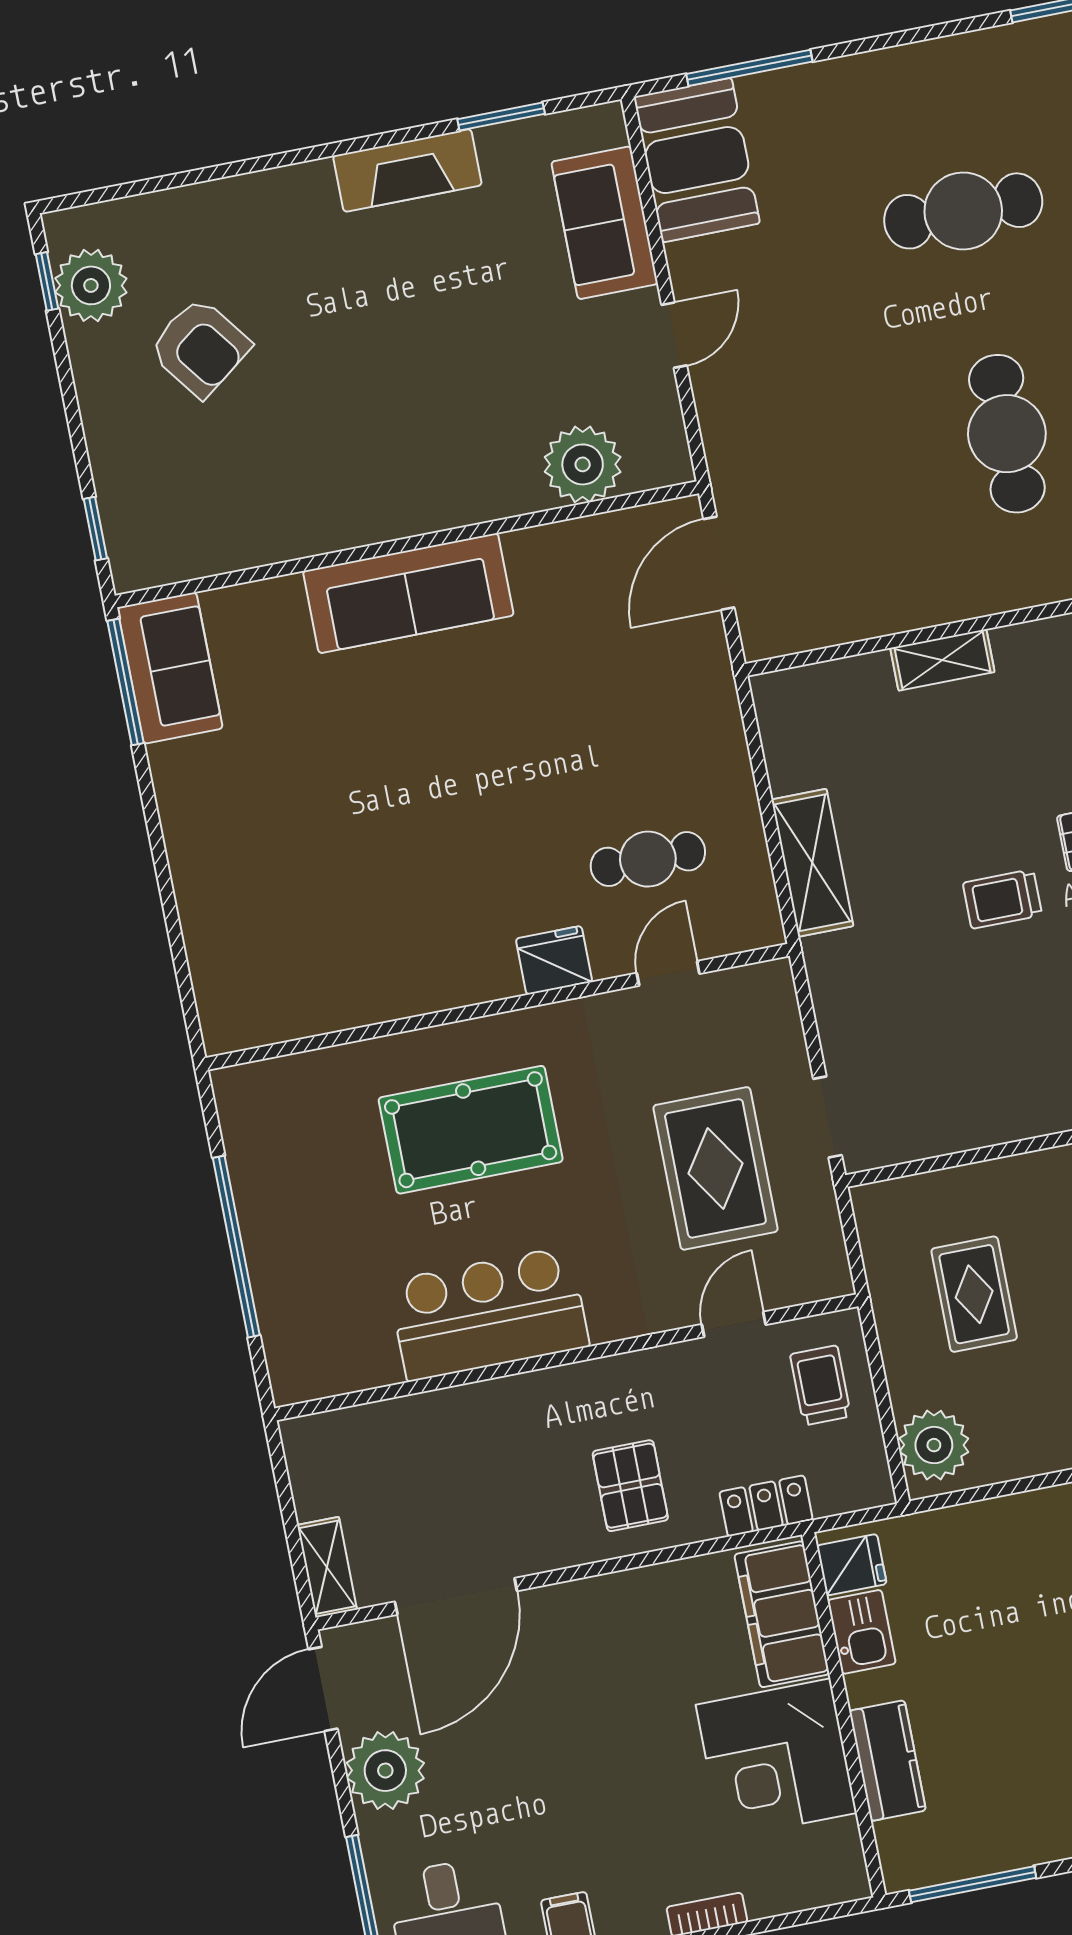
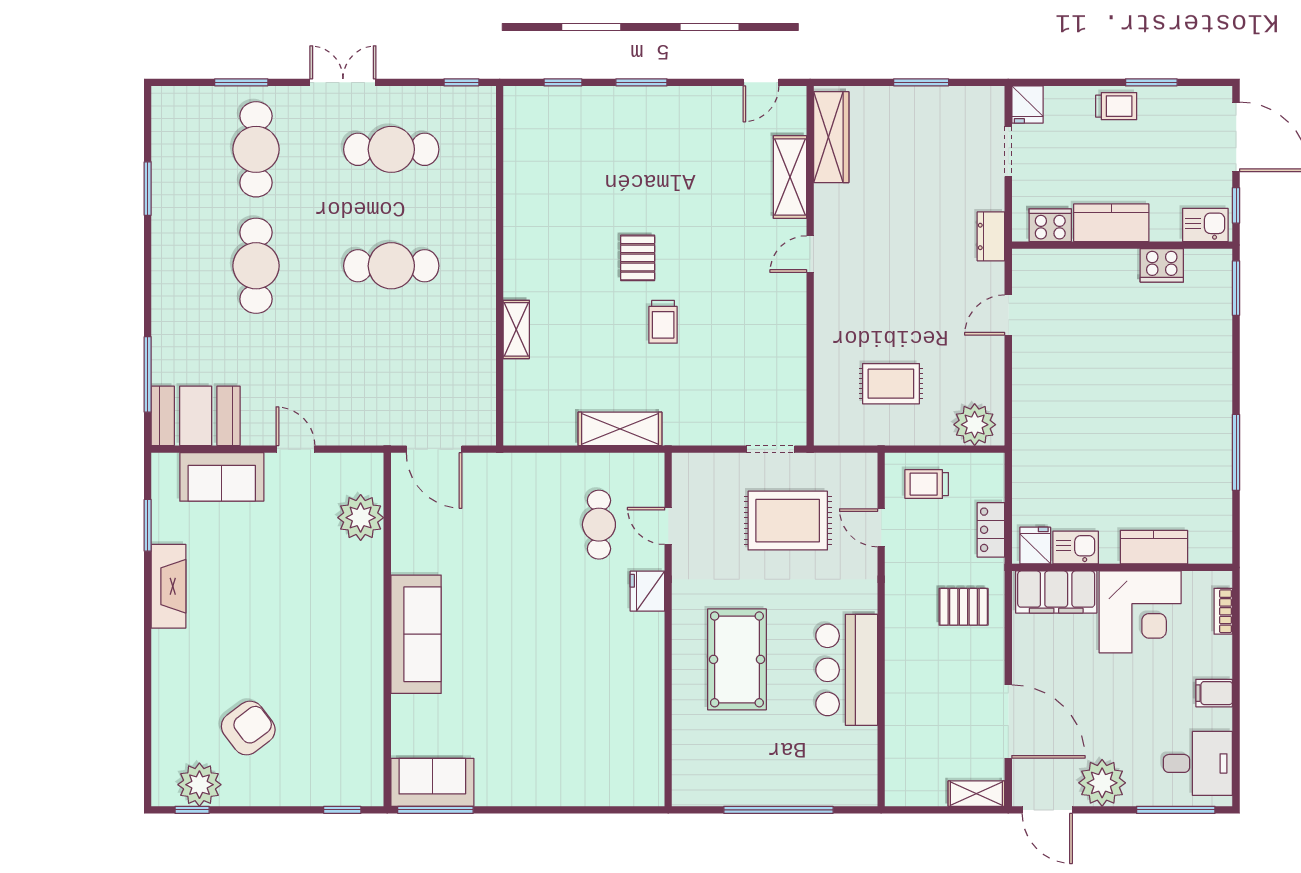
fridge: (852, 1565) -> (1035, 546), moved
filing cabinet: (782, 1614) -> (1056, 592), moved
kitchen sink: (862, 1632) -> (1076, 547), moved
wall: (844, 1715) -> (1122, 567), moved
corner desk: (776, 1759) -> (1140, 612), moved
kitchen counter: (888, 1761) -> (1154, 547), moved

